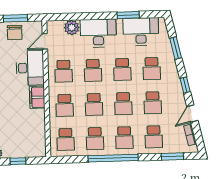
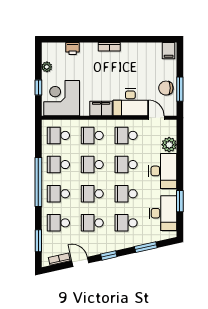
corner desk: (28, 137) -> (62, 98), added

